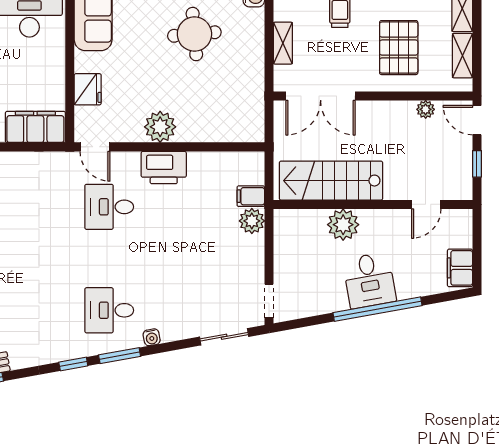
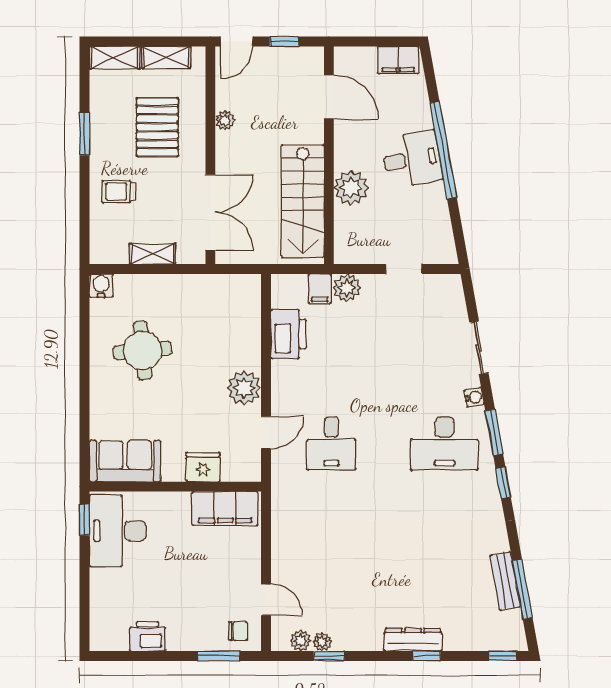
pallet: (399, 48) -> (157, 127), turned 90
plant: (426, 109) -> (225, 120), moved
filing cabinet: (35, 127) -> (225, 508), moved, turned -90
door: (95, 147) -> (266, 433), moved
printer: (164, 168) -> (289, 334), moved
door: (426, 204) -> (329, 97), width x1.38
doorway: (269, 301) -> (404, 269), moved
desk: (109, 310) -> (445, 444), width x1.37
sliding door: (224, 337) -> (479, 348), moved

